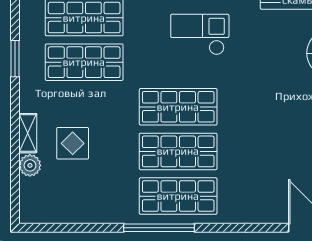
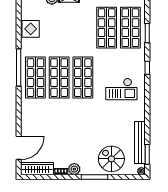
checkout: (200, 34) -> (121, 89), turned 90
display table: (73, 143) -> (31, 29), moved

